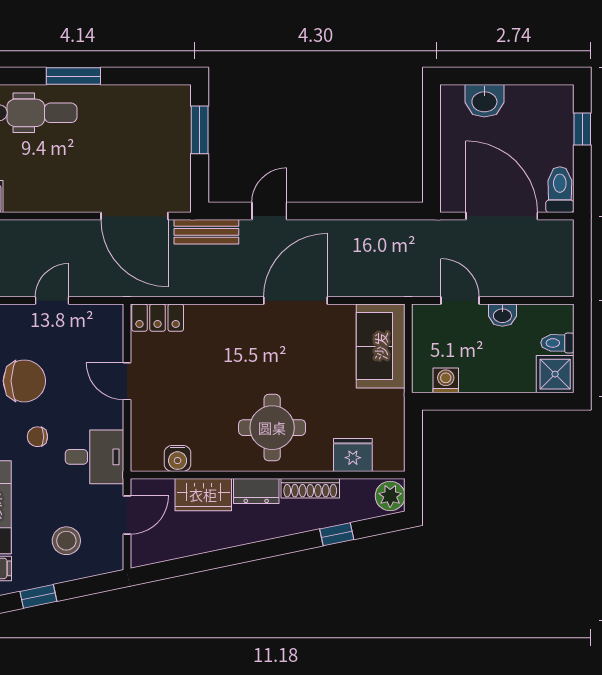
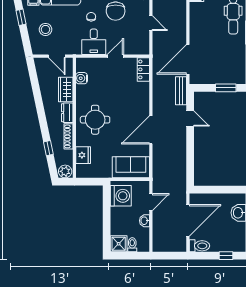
door: (296, 301) -> (151, 130), swing flipped
washing machine: (446, 380) -> (121, 196), width x1.89, depth x1.89
desk: (94, 457) -> (94, 42), moved

